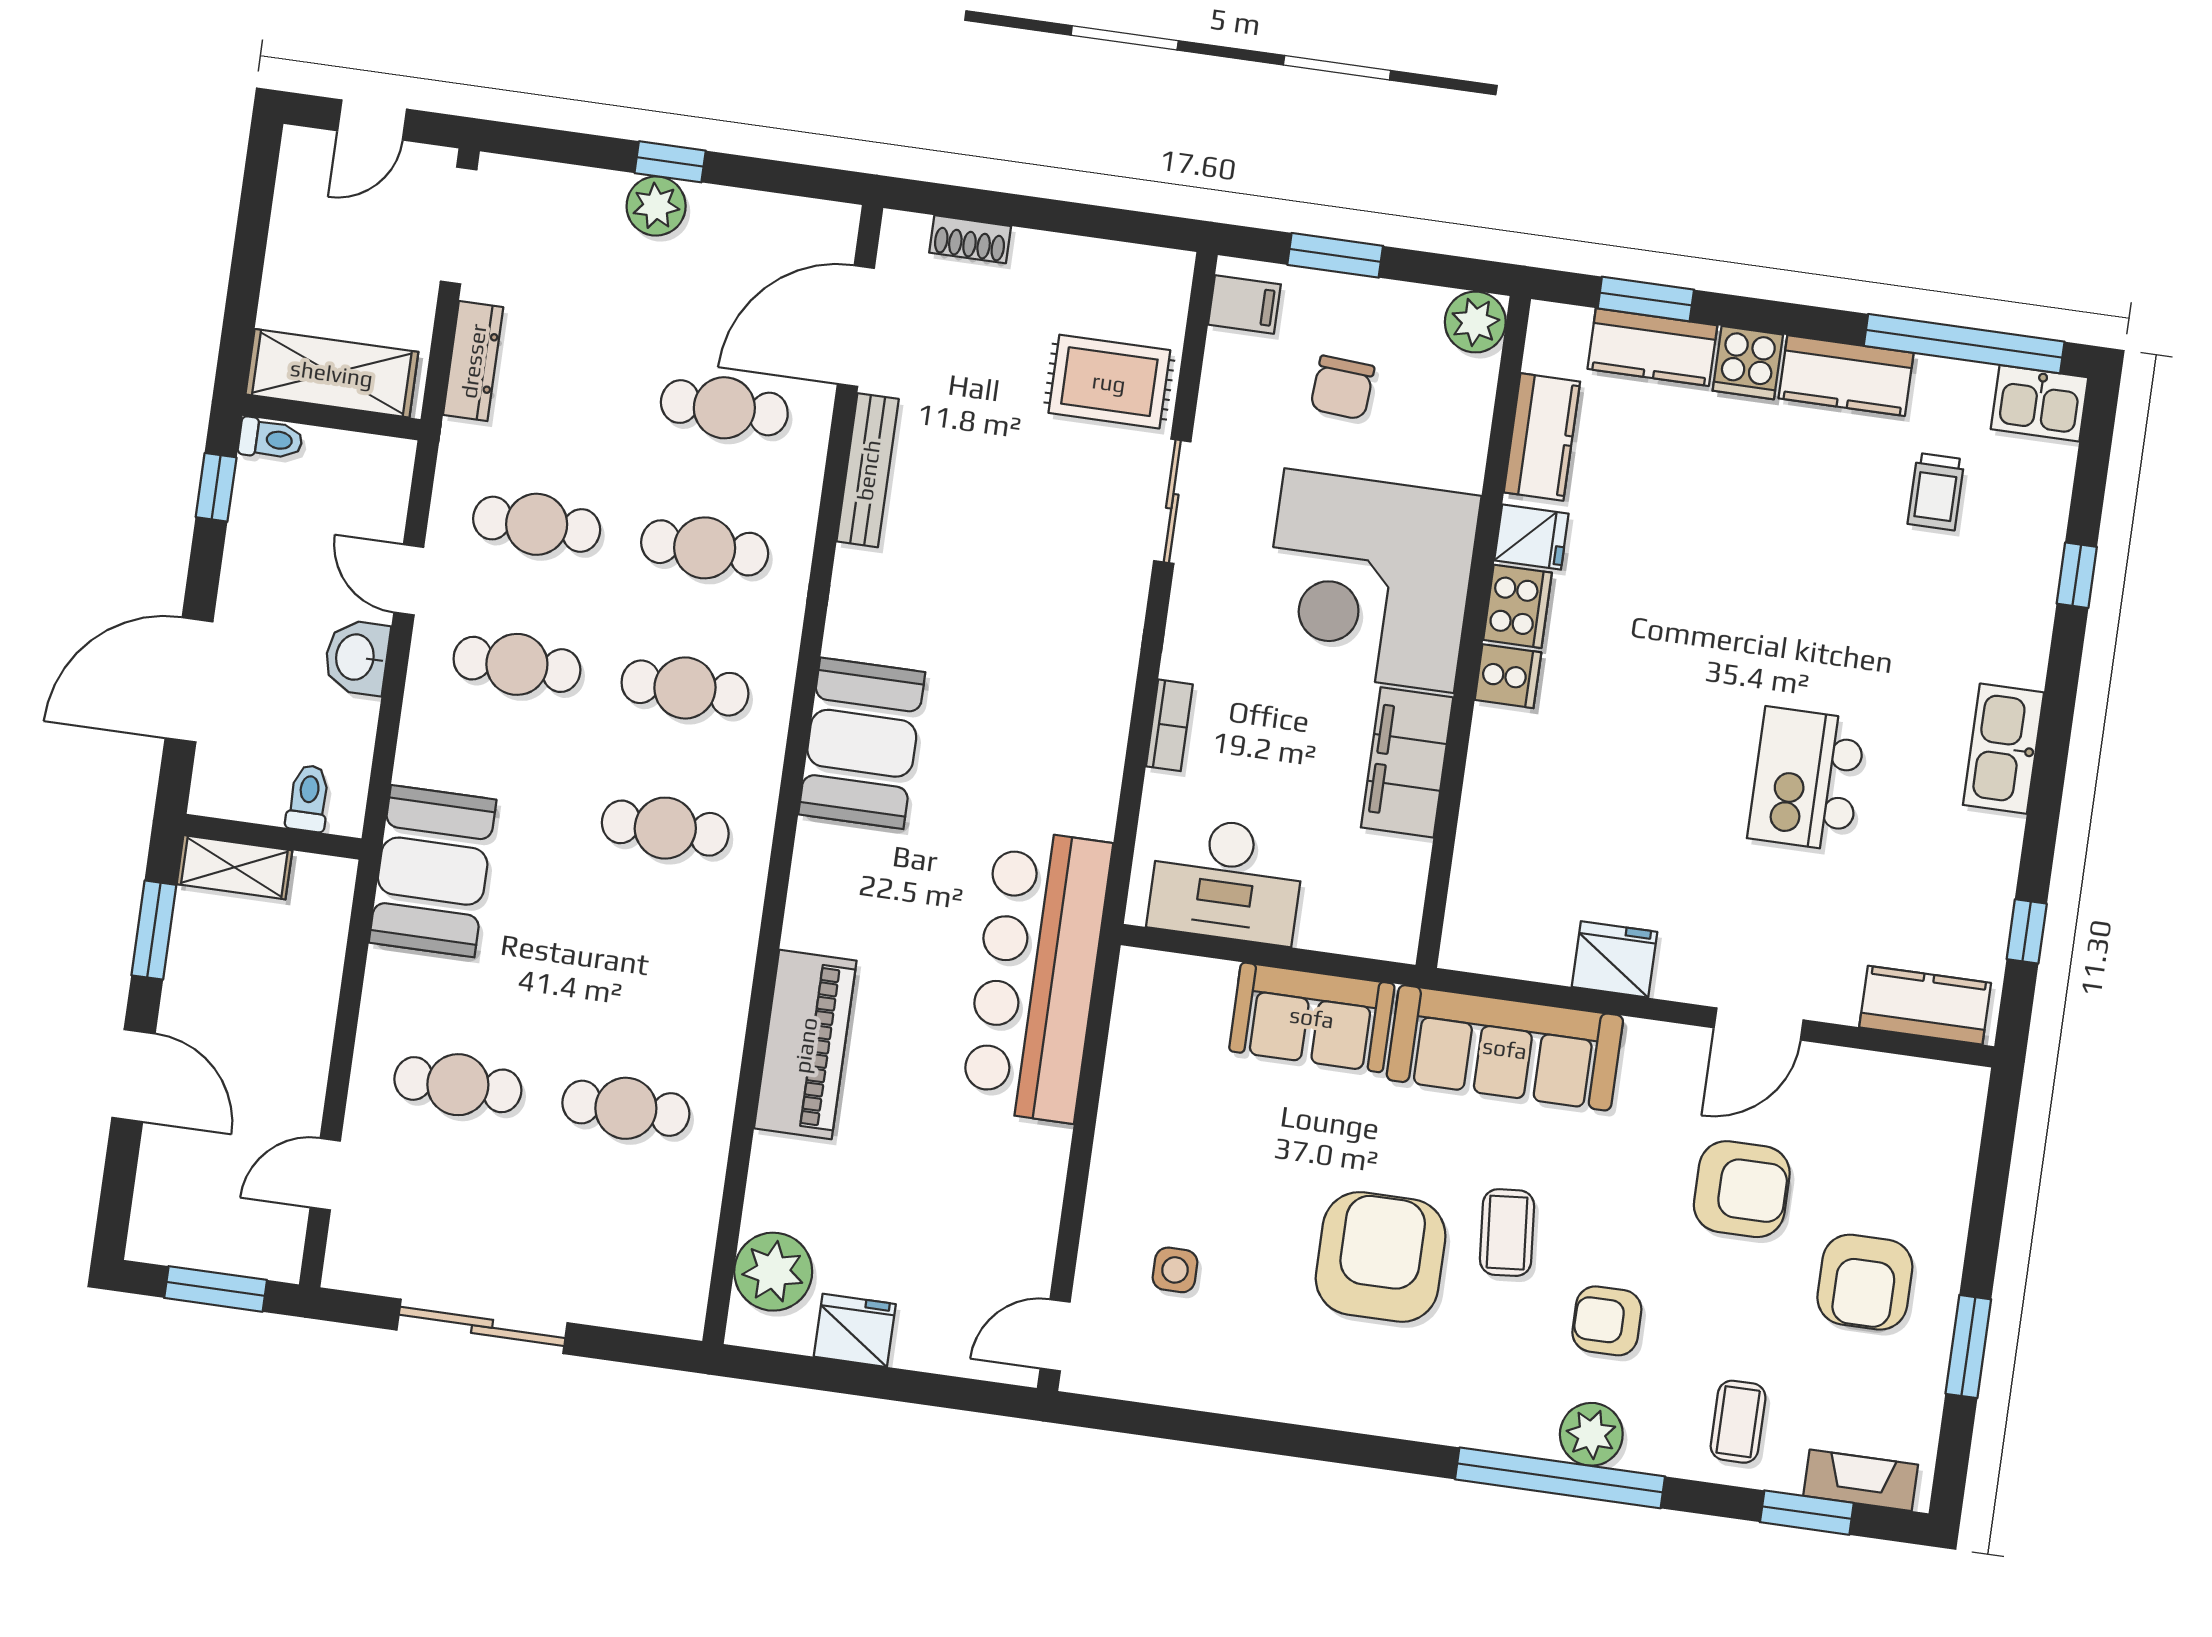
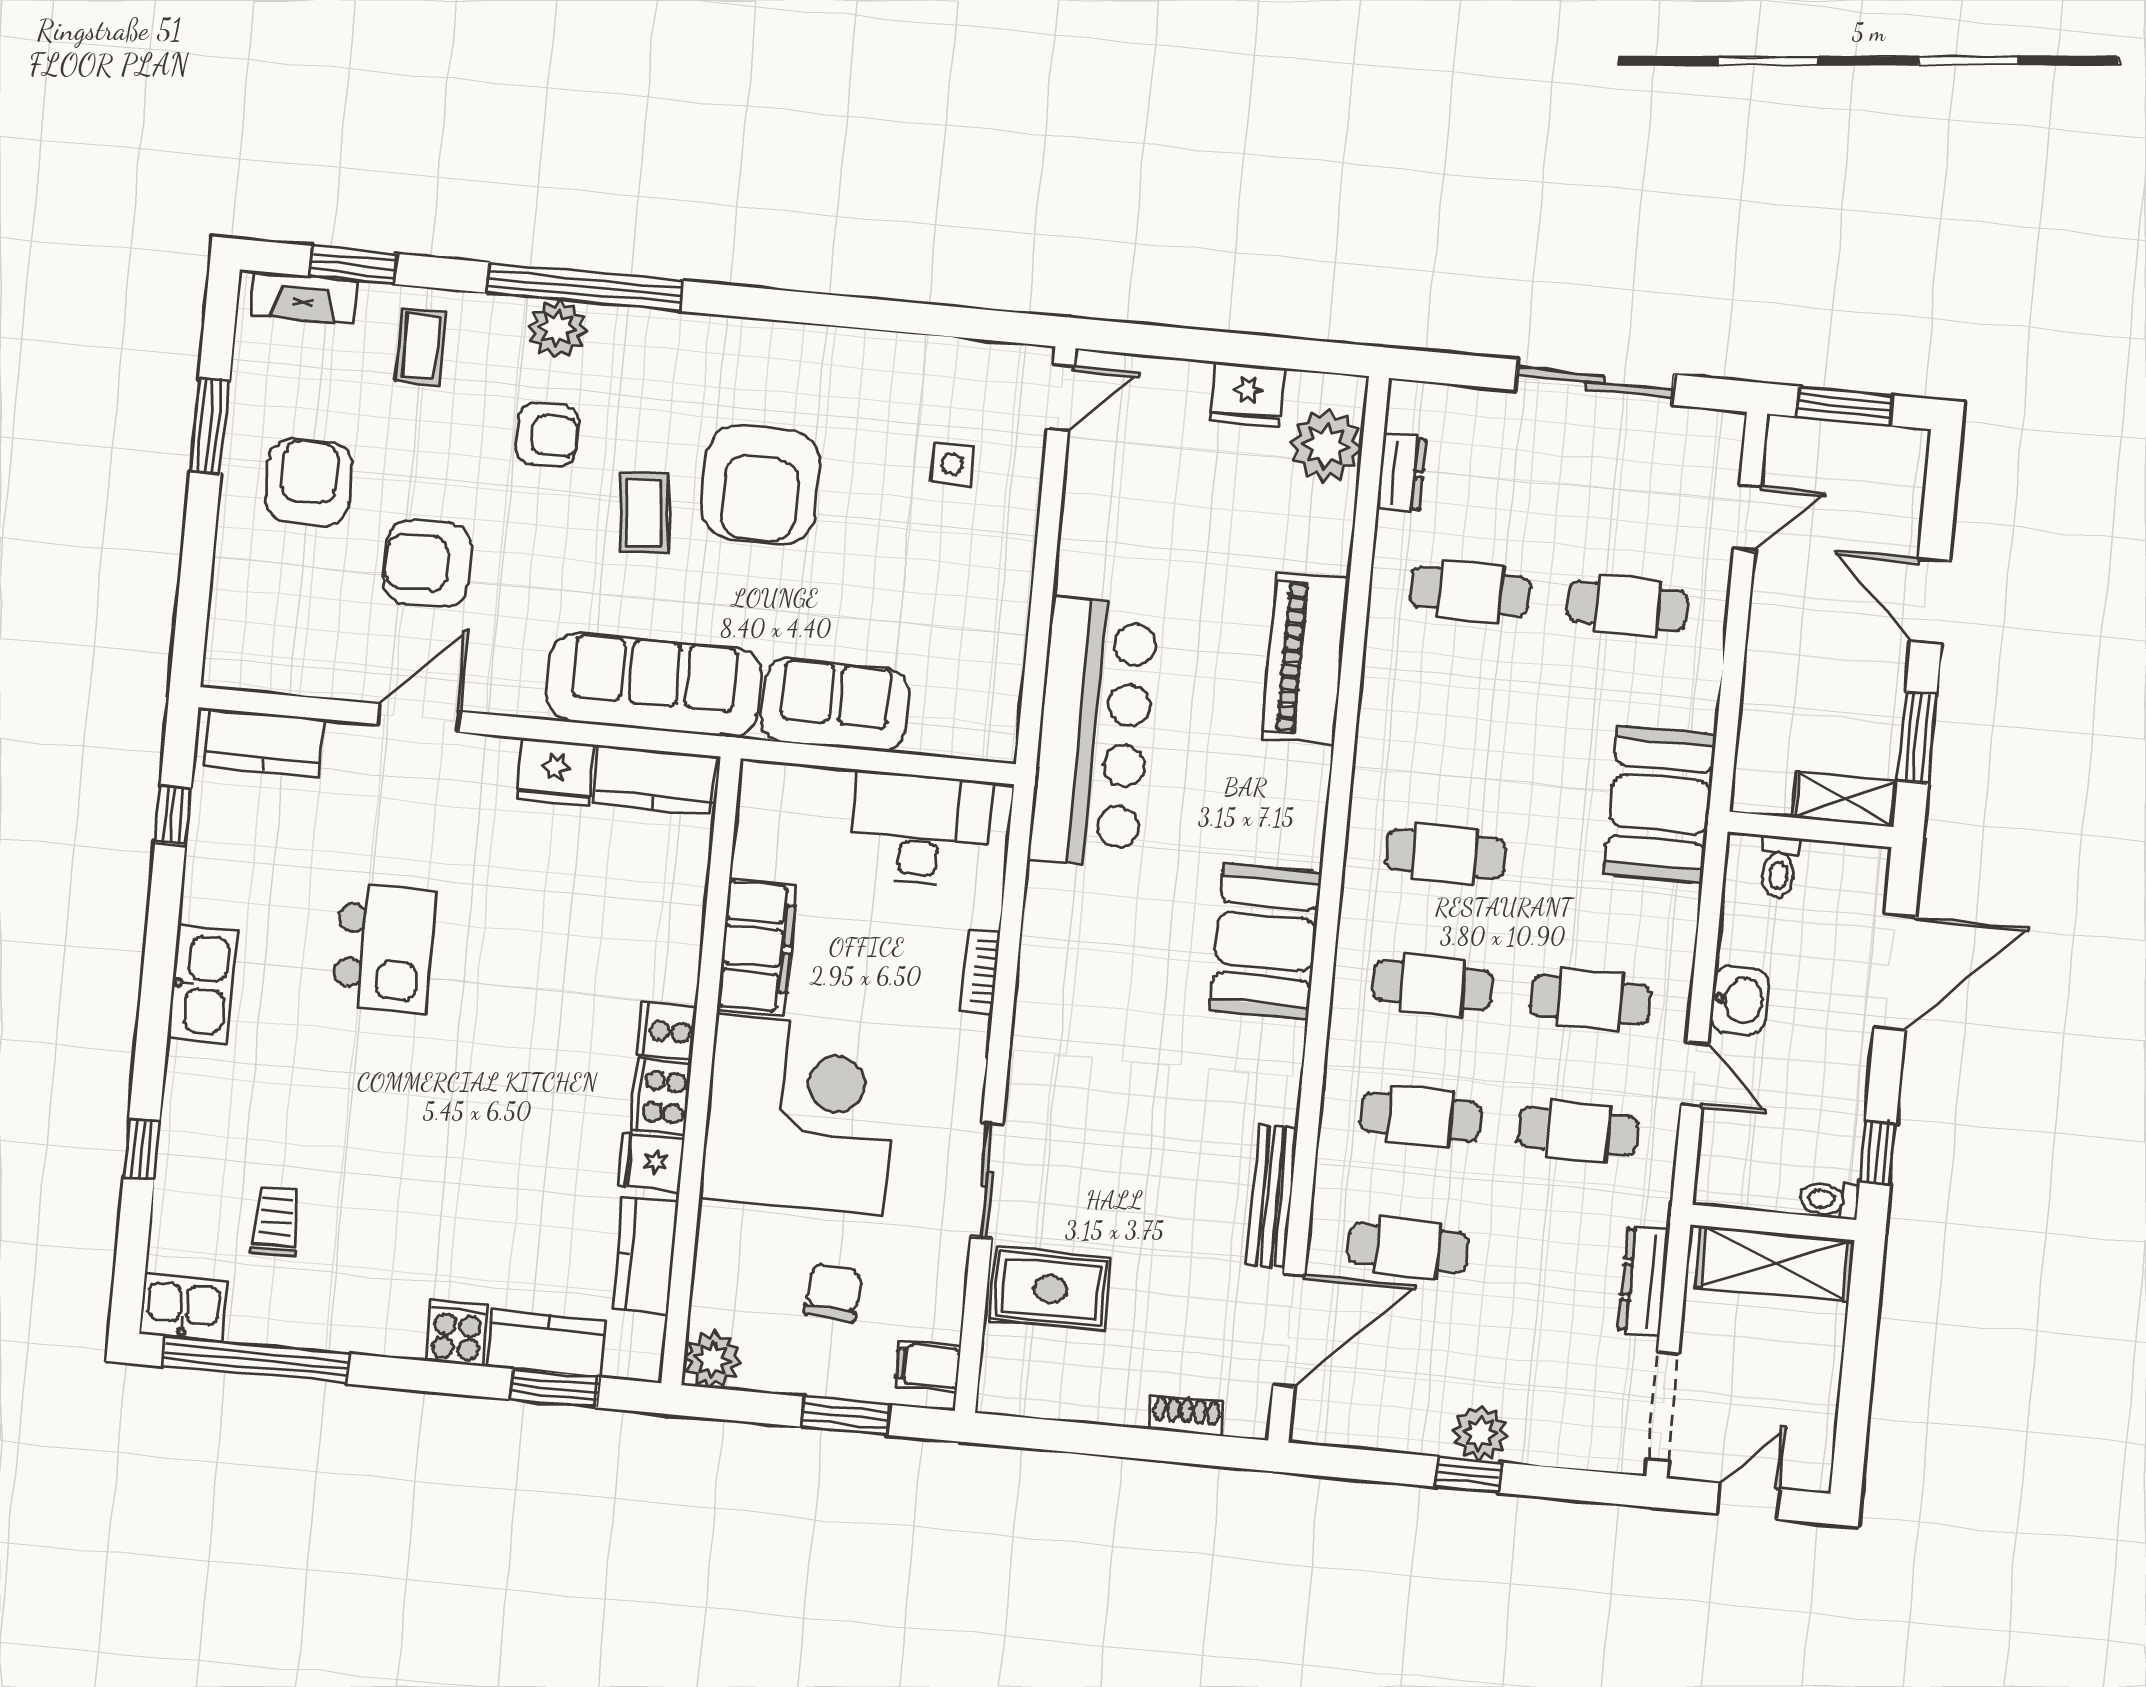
kitchen counter: (1846, 376) -> (655, 780), moved, turned 180
dresser: (694, 1239) -> (1401, 473), added

